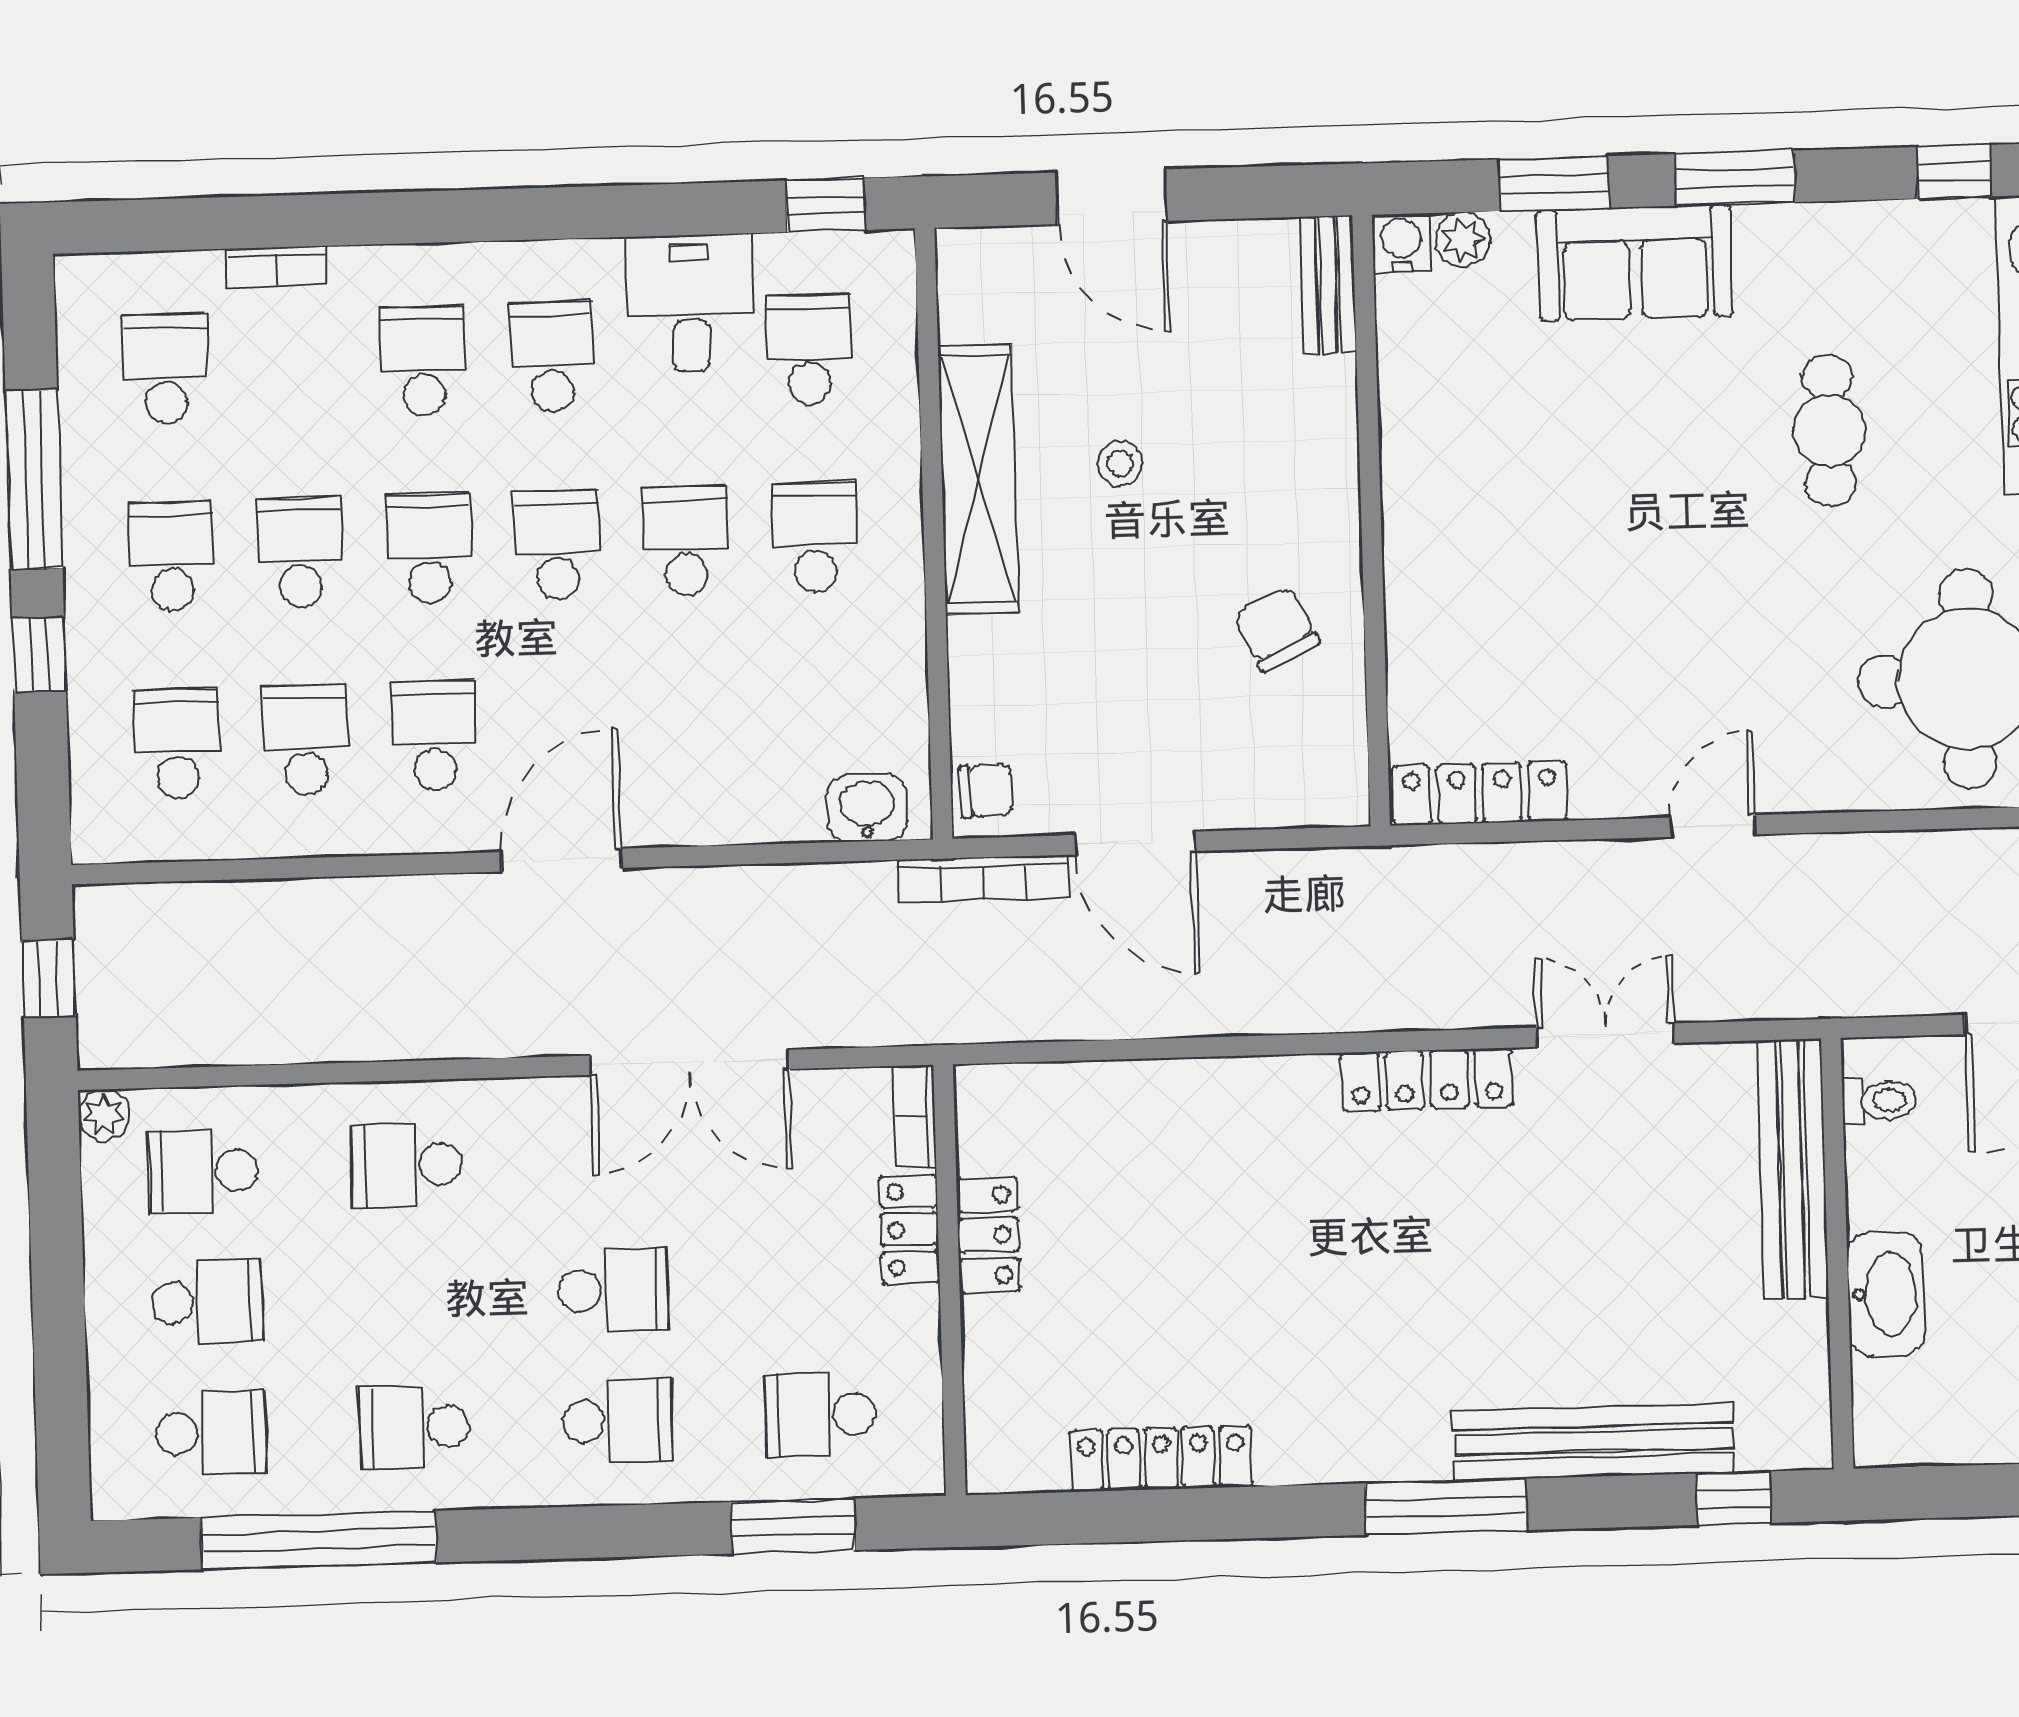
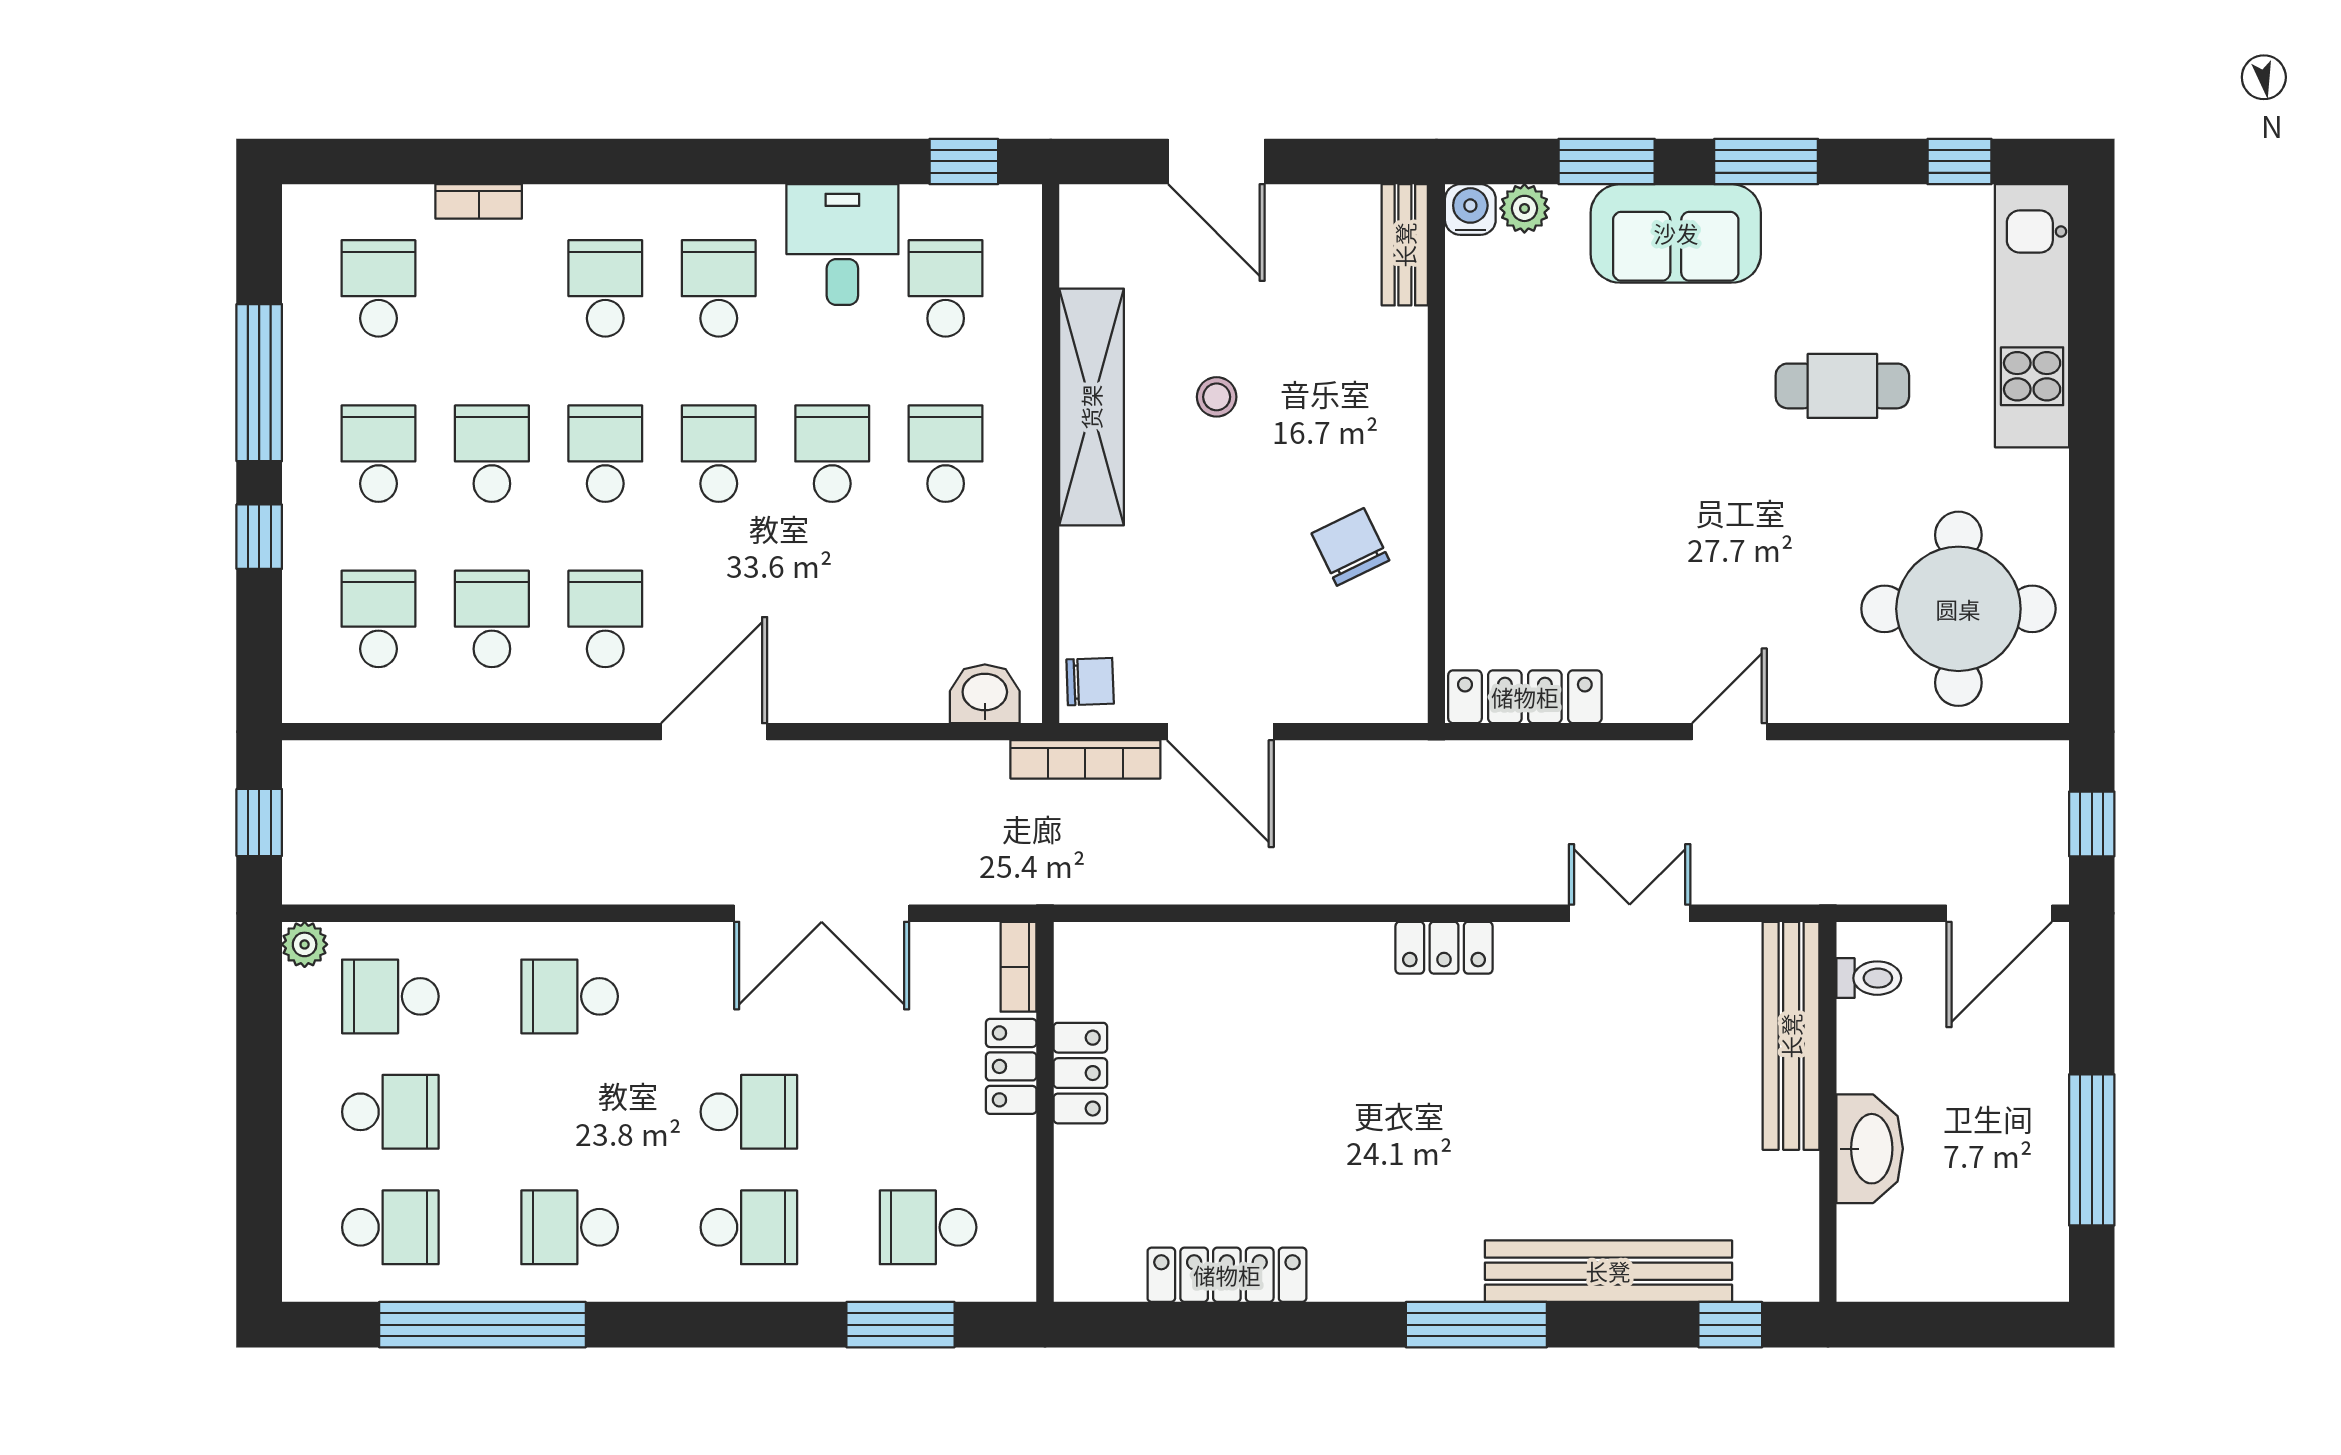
cafe table: (1829, 430) -> (1842, 386), turned 90
locker: (1427, 1080) -> (1444, 948), width x0.66

